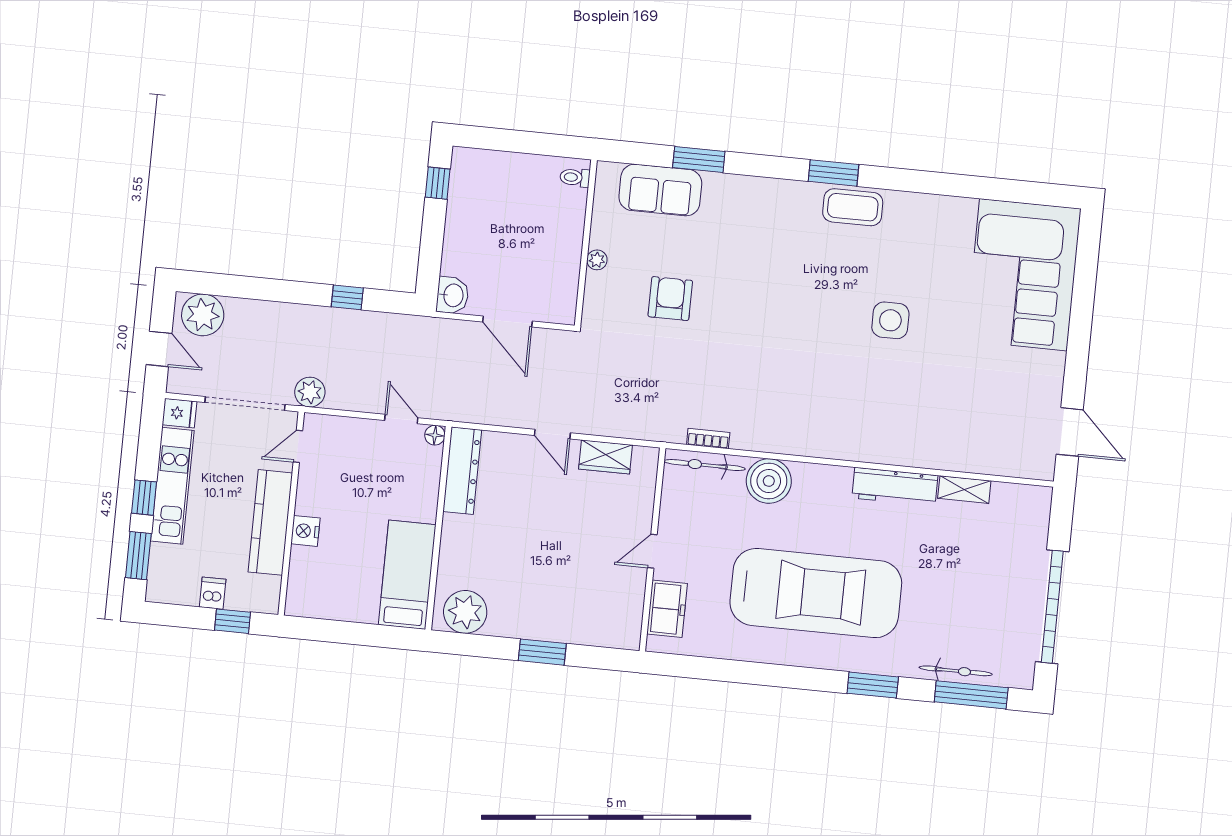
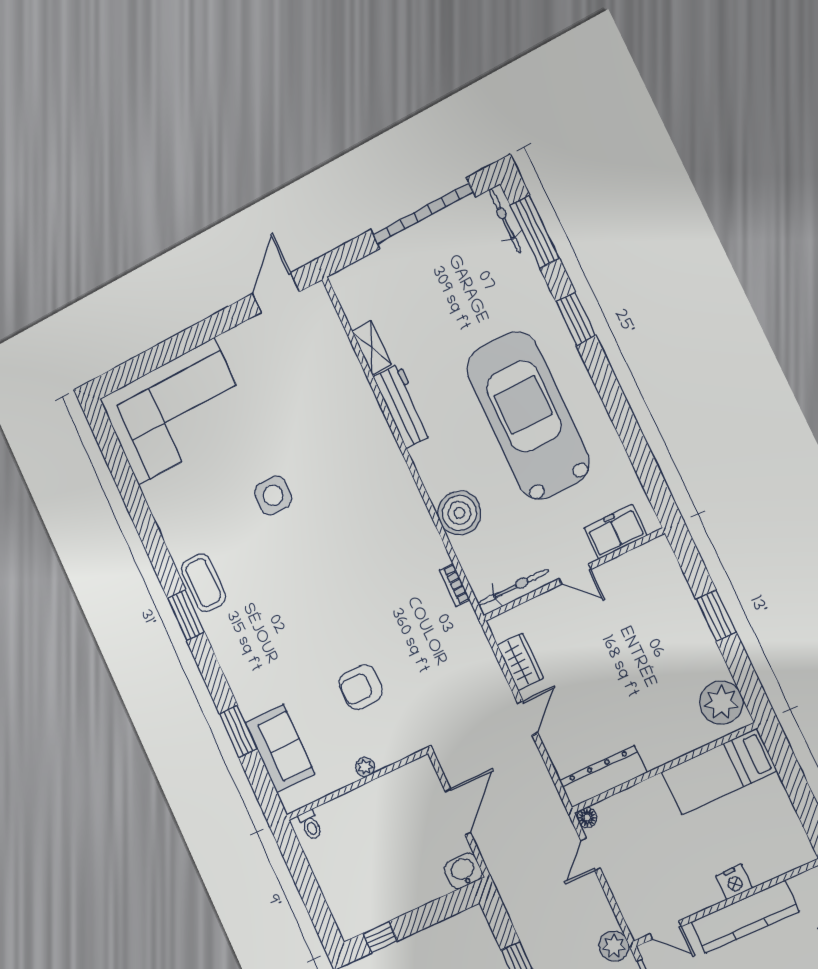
bicycle: (705, 465) -> (513, 587), moved, turned -90
bicycle: (956, 671) -> (505, 221), moved

